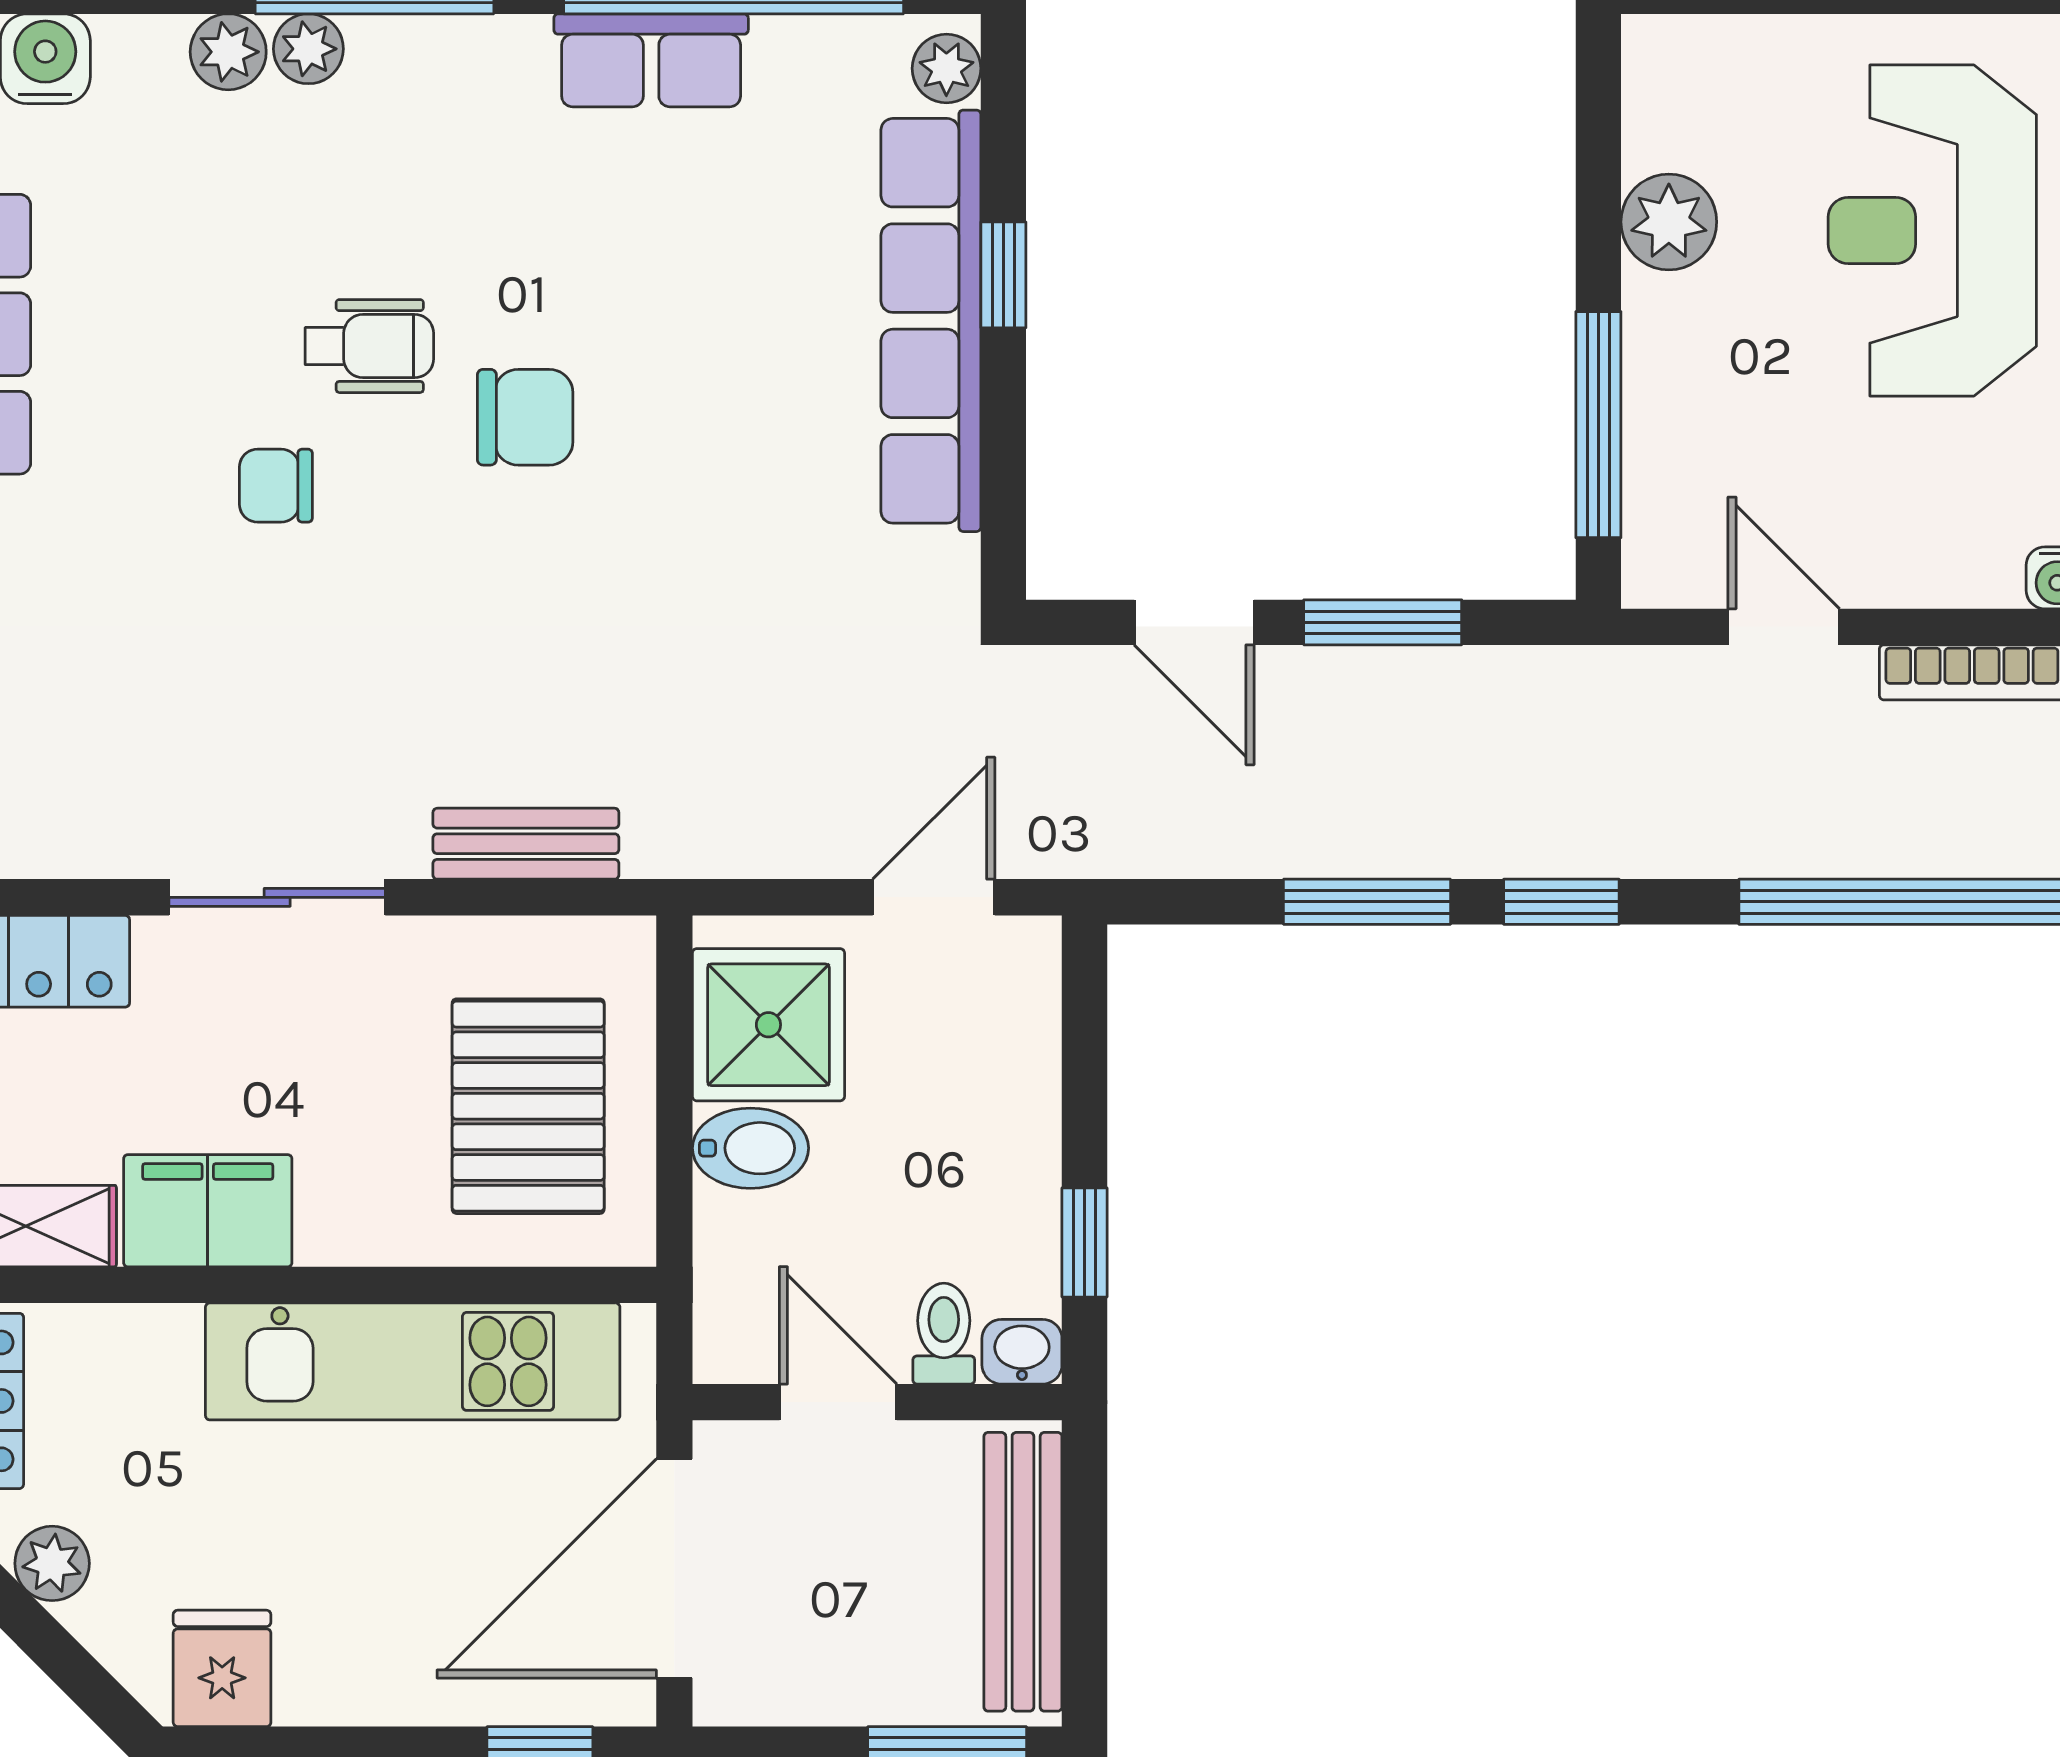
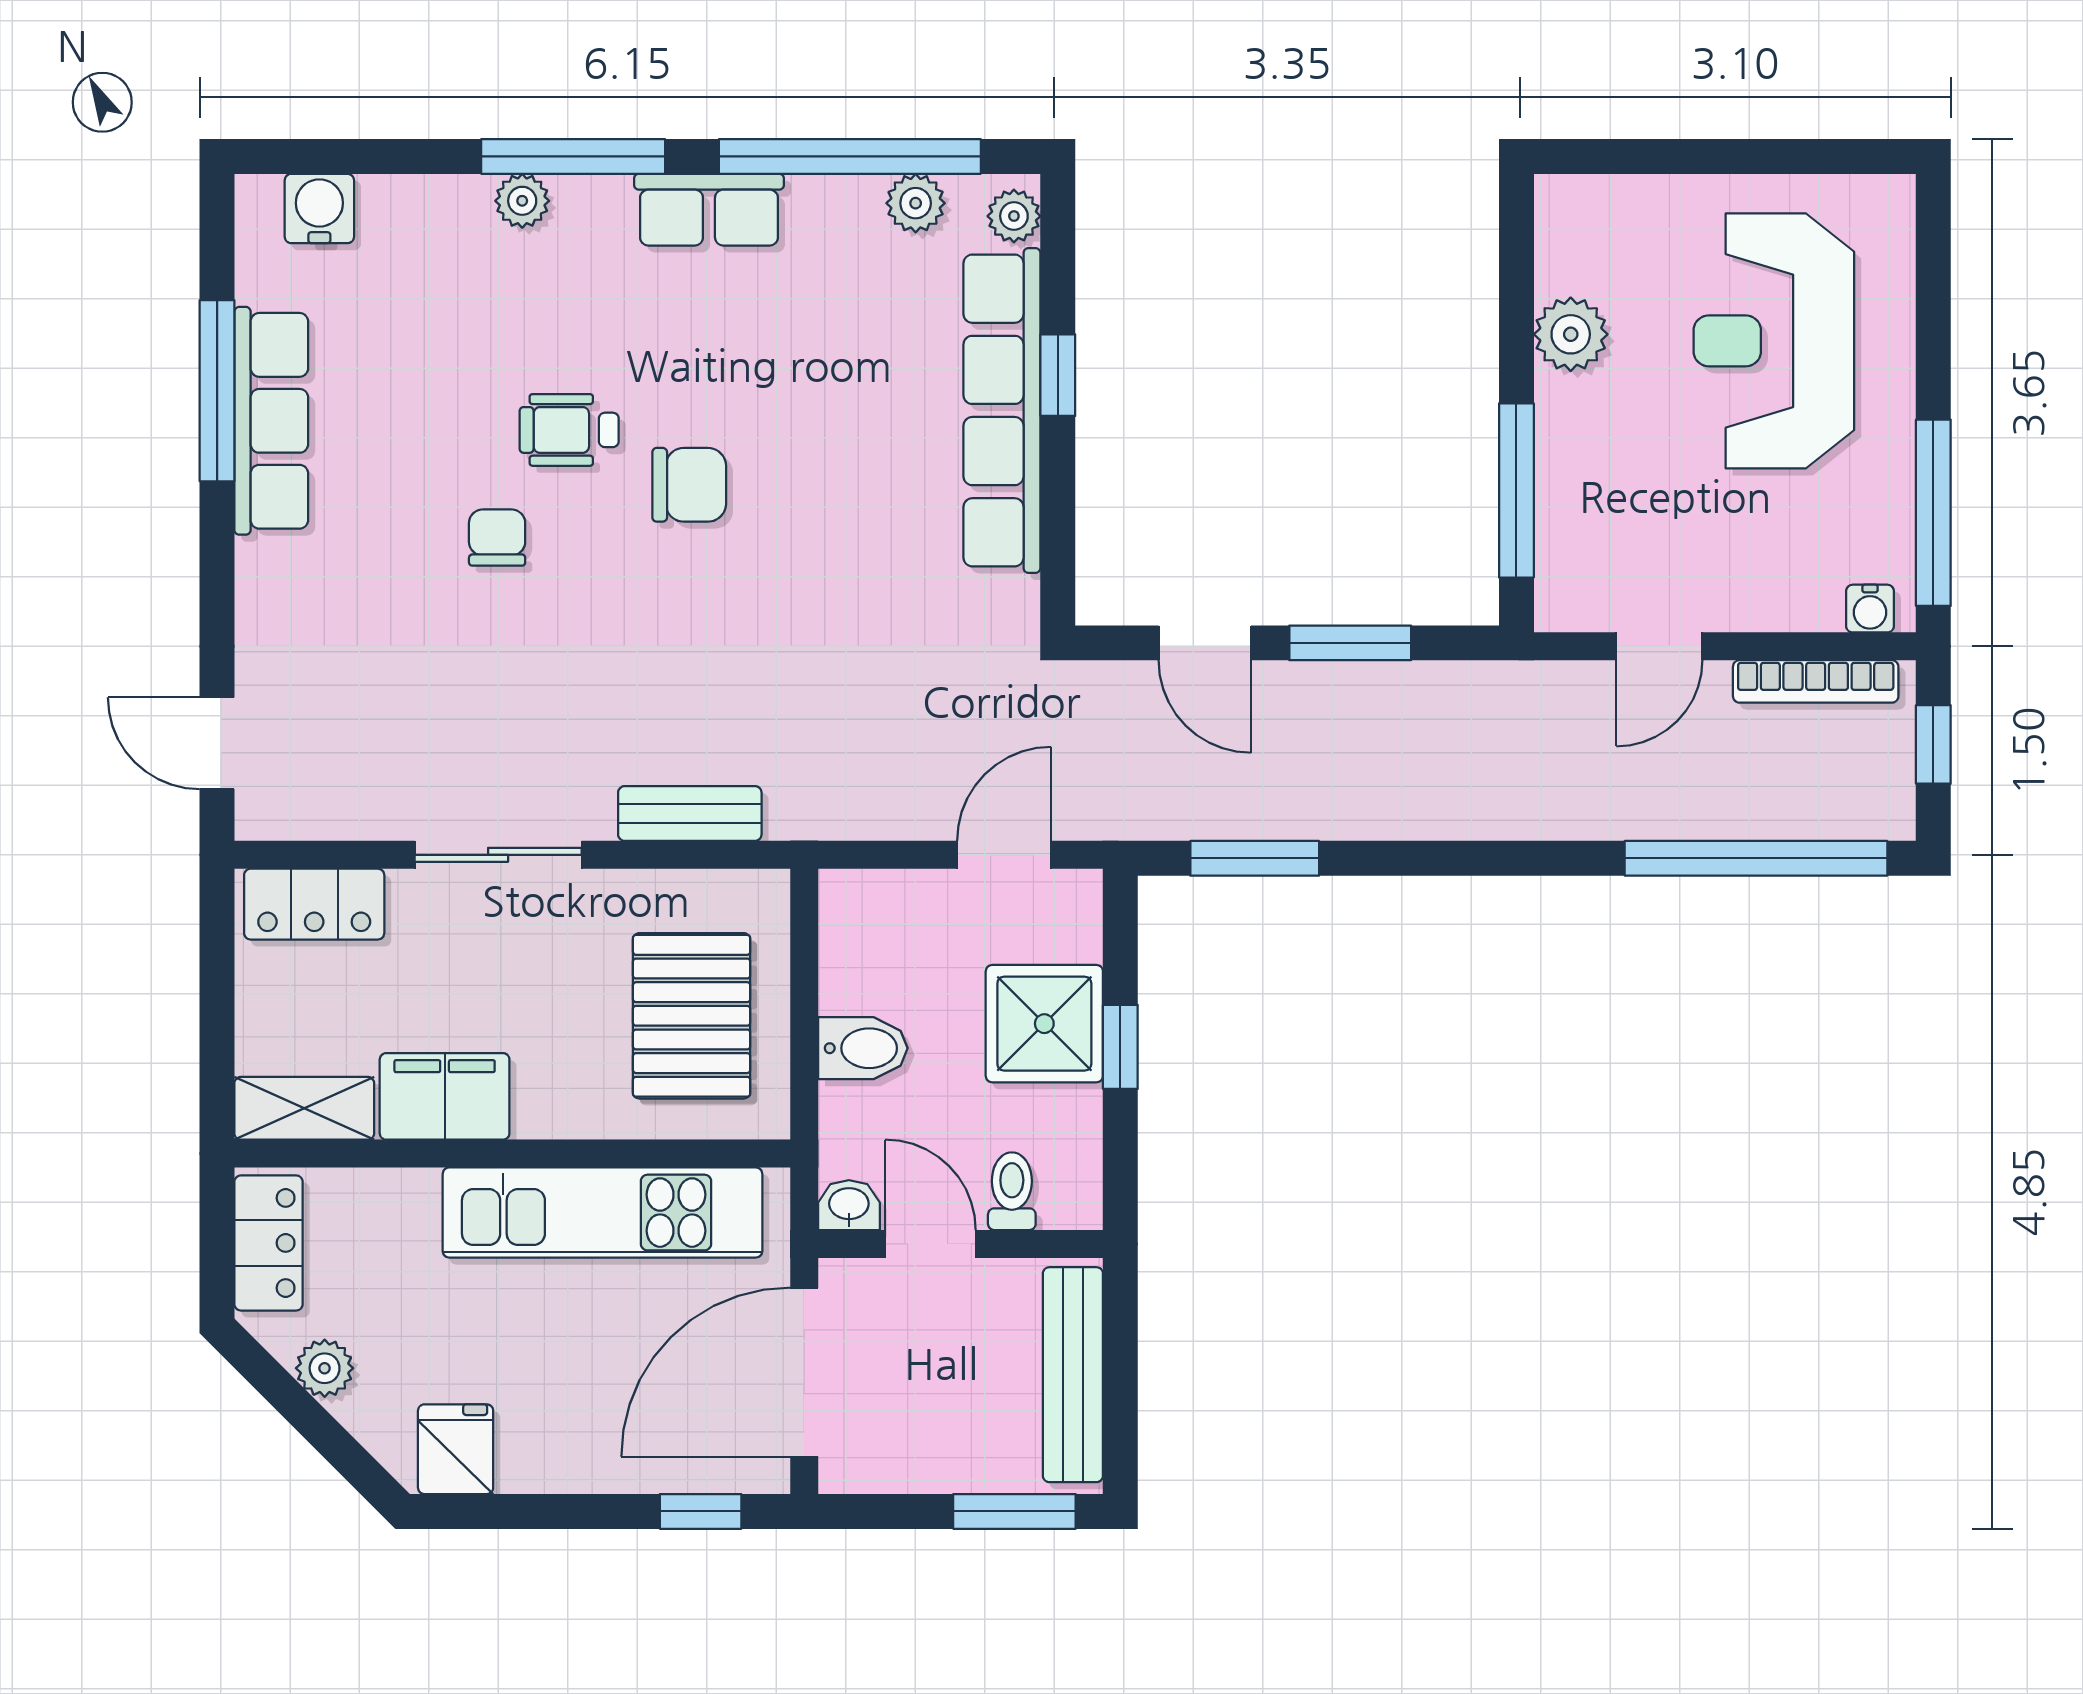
plant: (228, 52) -> (916, 203), moved
row of seats: (651, 60) -> (709, 210), moved
wheelchair: (369, 346) -> (569, 430), turned 180
chair: (276, 486) -> (497, 538), turned 90
door: (1784, 627) -> (1659, 646), swing flipped
window: (1367, 902) -> (1255, 858), moved
window: (1561, 902) -> (1488, 858), removed
shower: (768, 1025) -> (1044, 1024), moved
window: (1085, 1242) -> (1120, 1047), moved
washbasin: (1022, 1352) -> (849, 1205), moved

